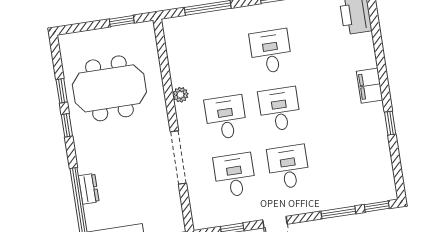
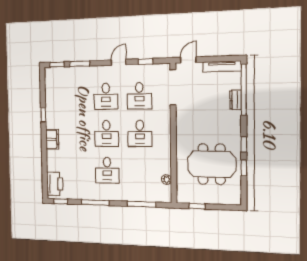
plant: (180, 95) -> (166, 180), moved
doorway: (178, 158) -> (173, 87), moved

